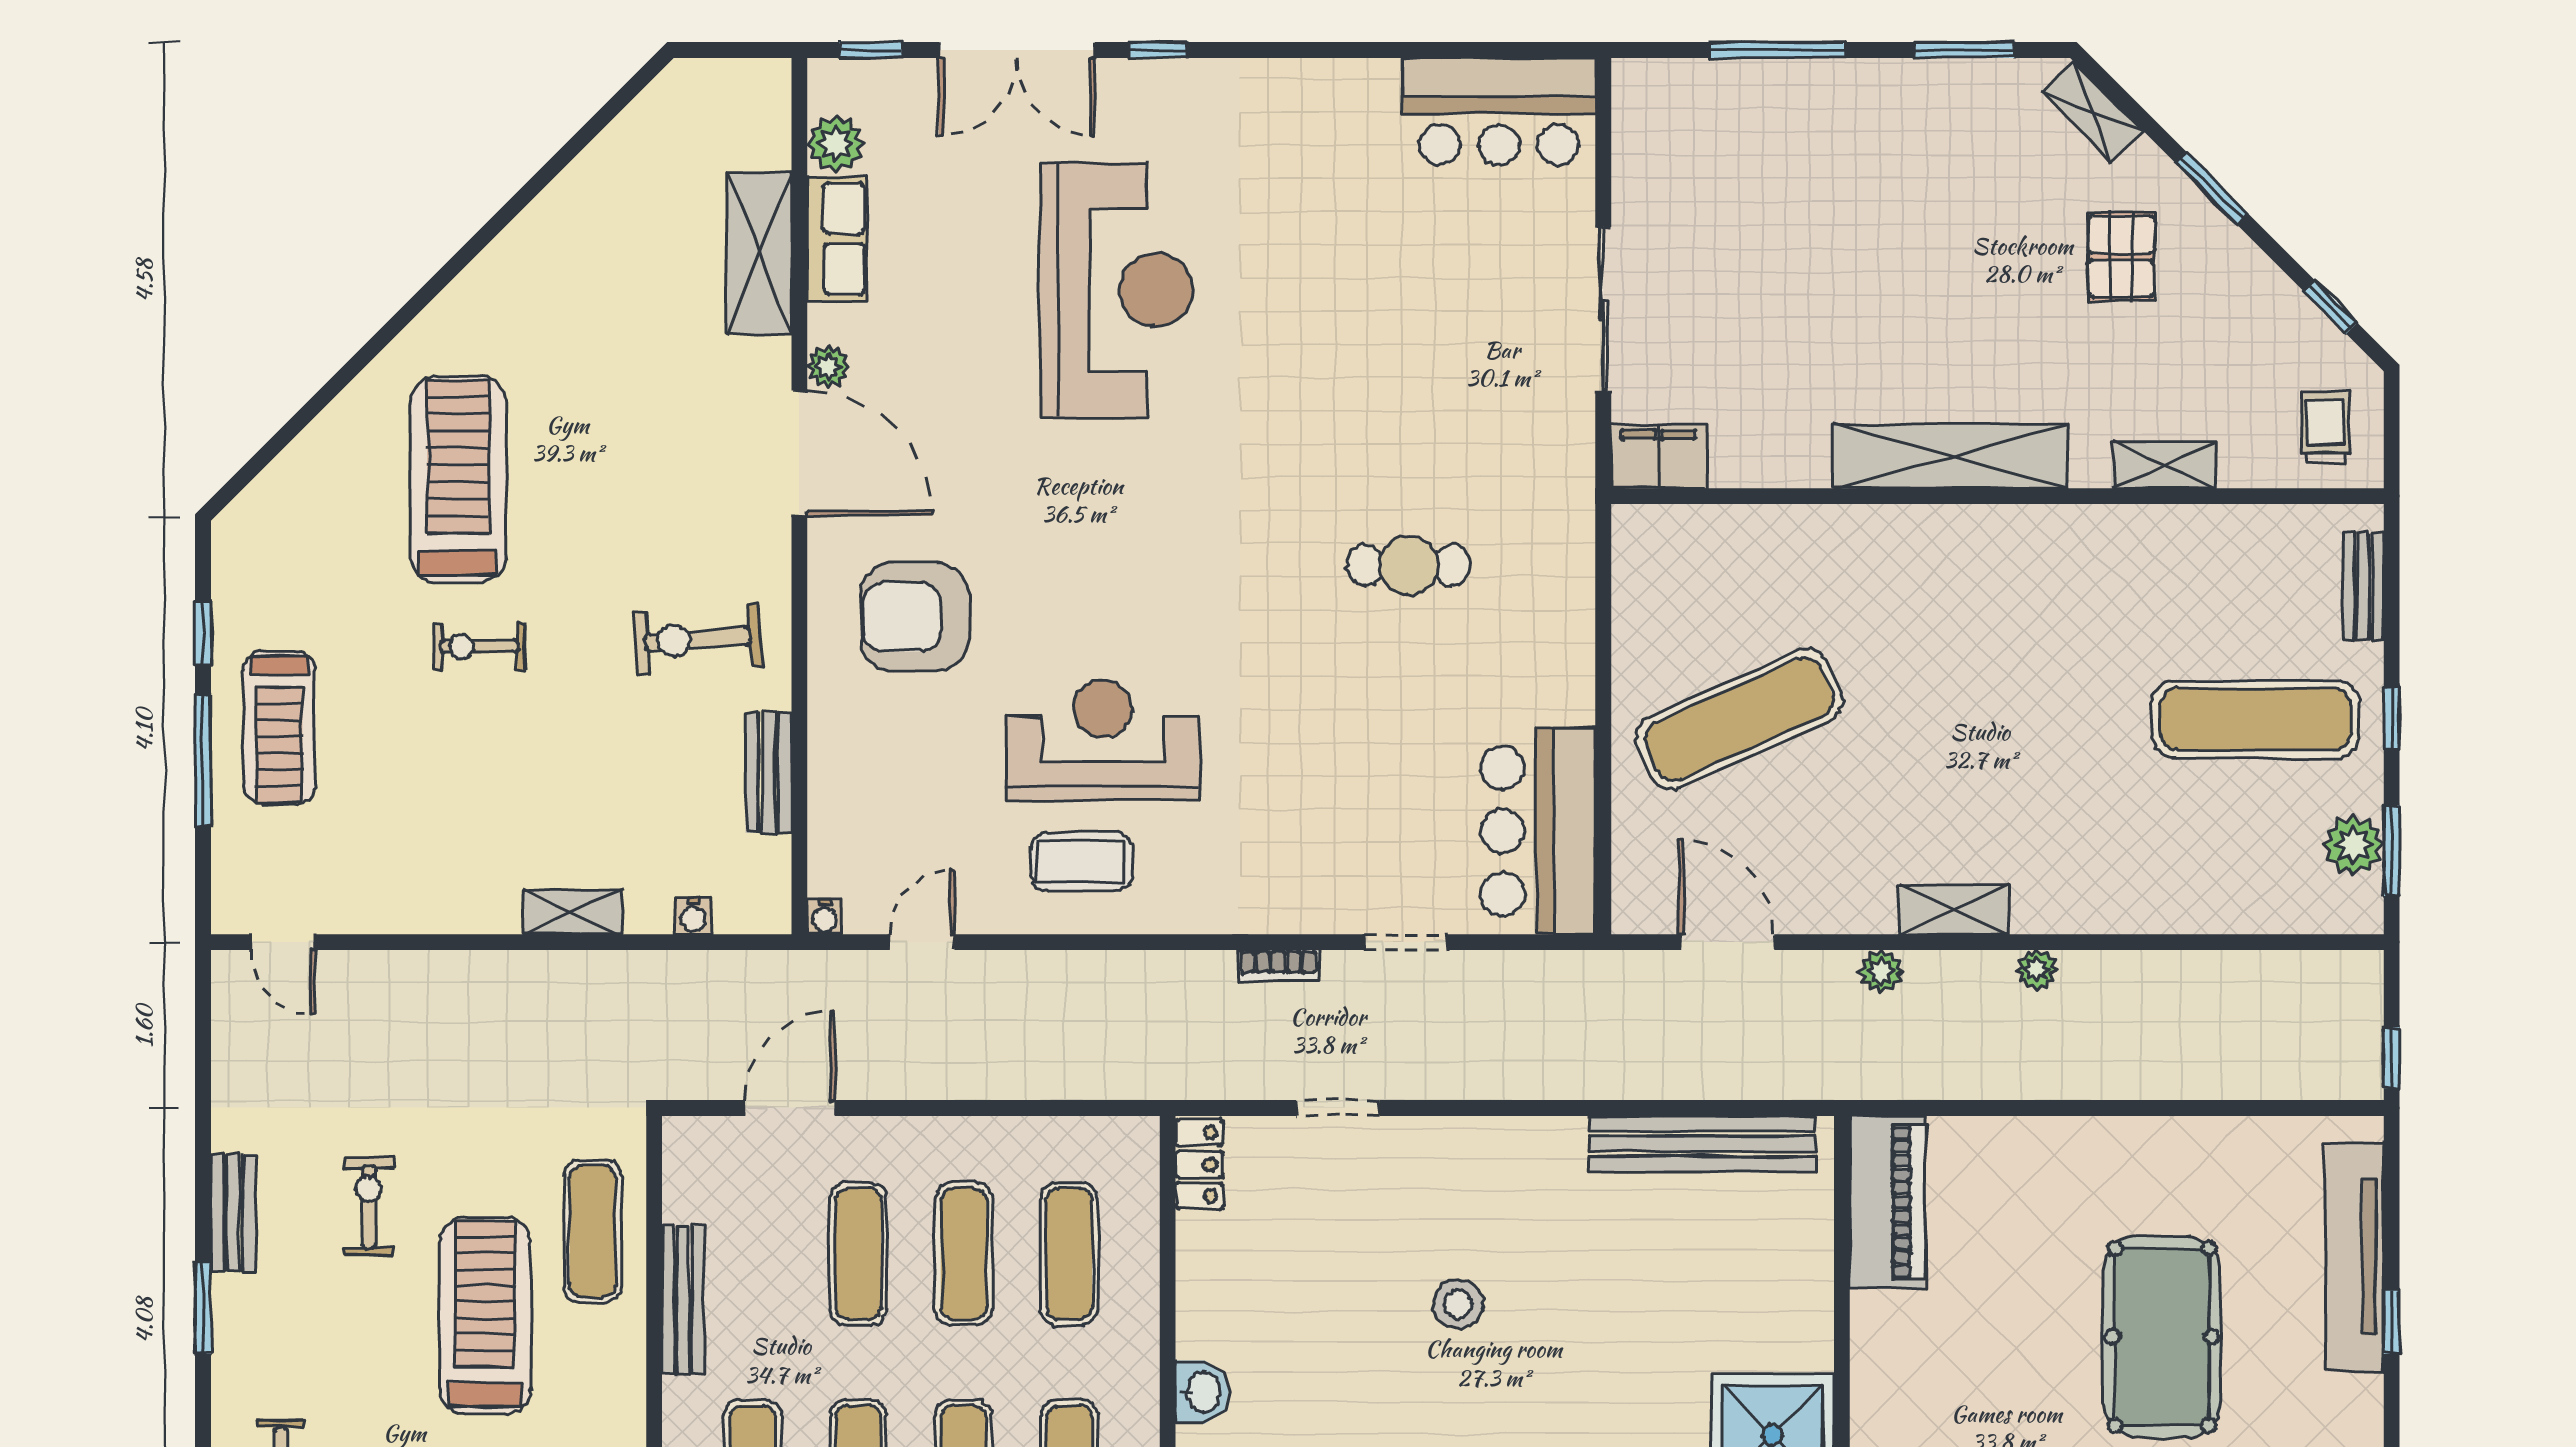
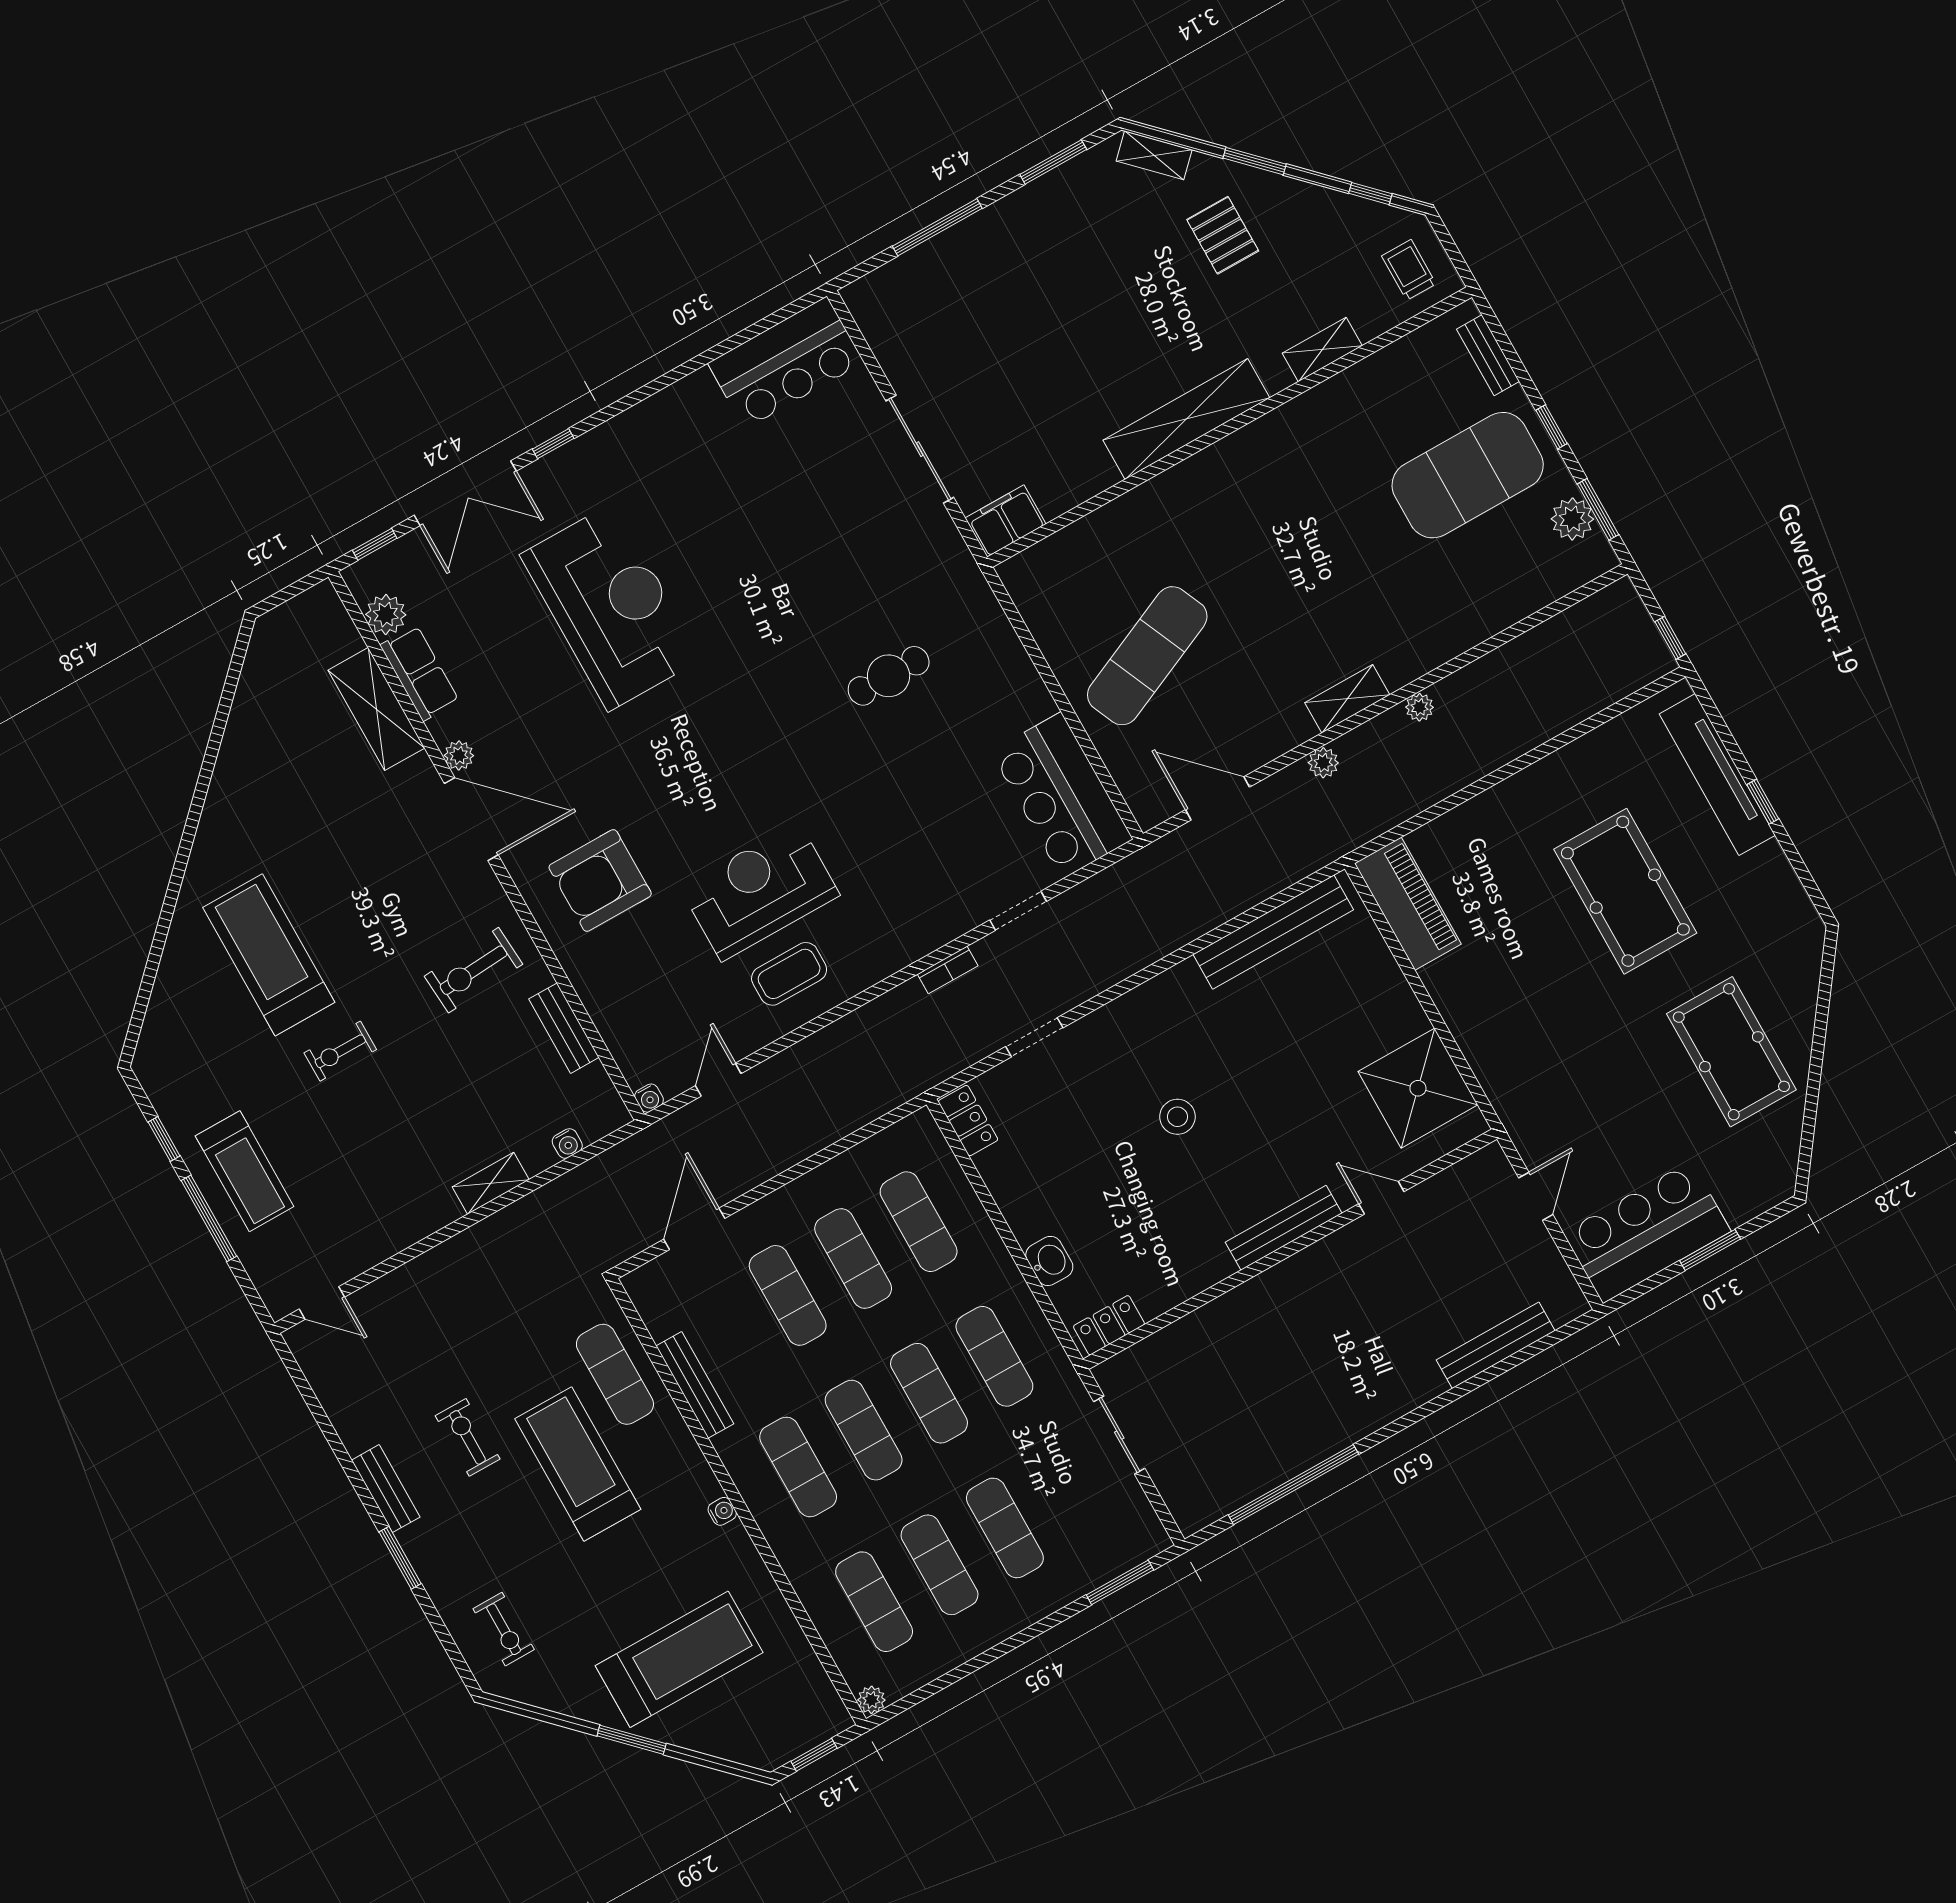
exercise mat: (2256, 719) -> (1468, 475), width x1.47

